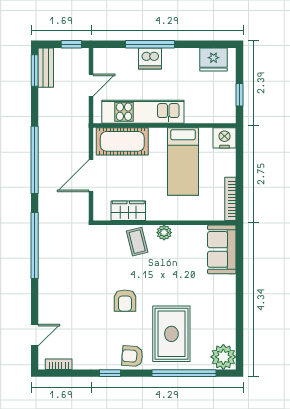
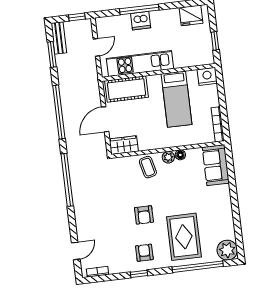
window: (35, 71) -> (52, 54), moved
wardrobe: (128, 211) -> (124, 145), moved
floor lamp: (179, 231) -> (180, 155), added
armchair: (132, 356) -> (144, 253), moved, turned 86

